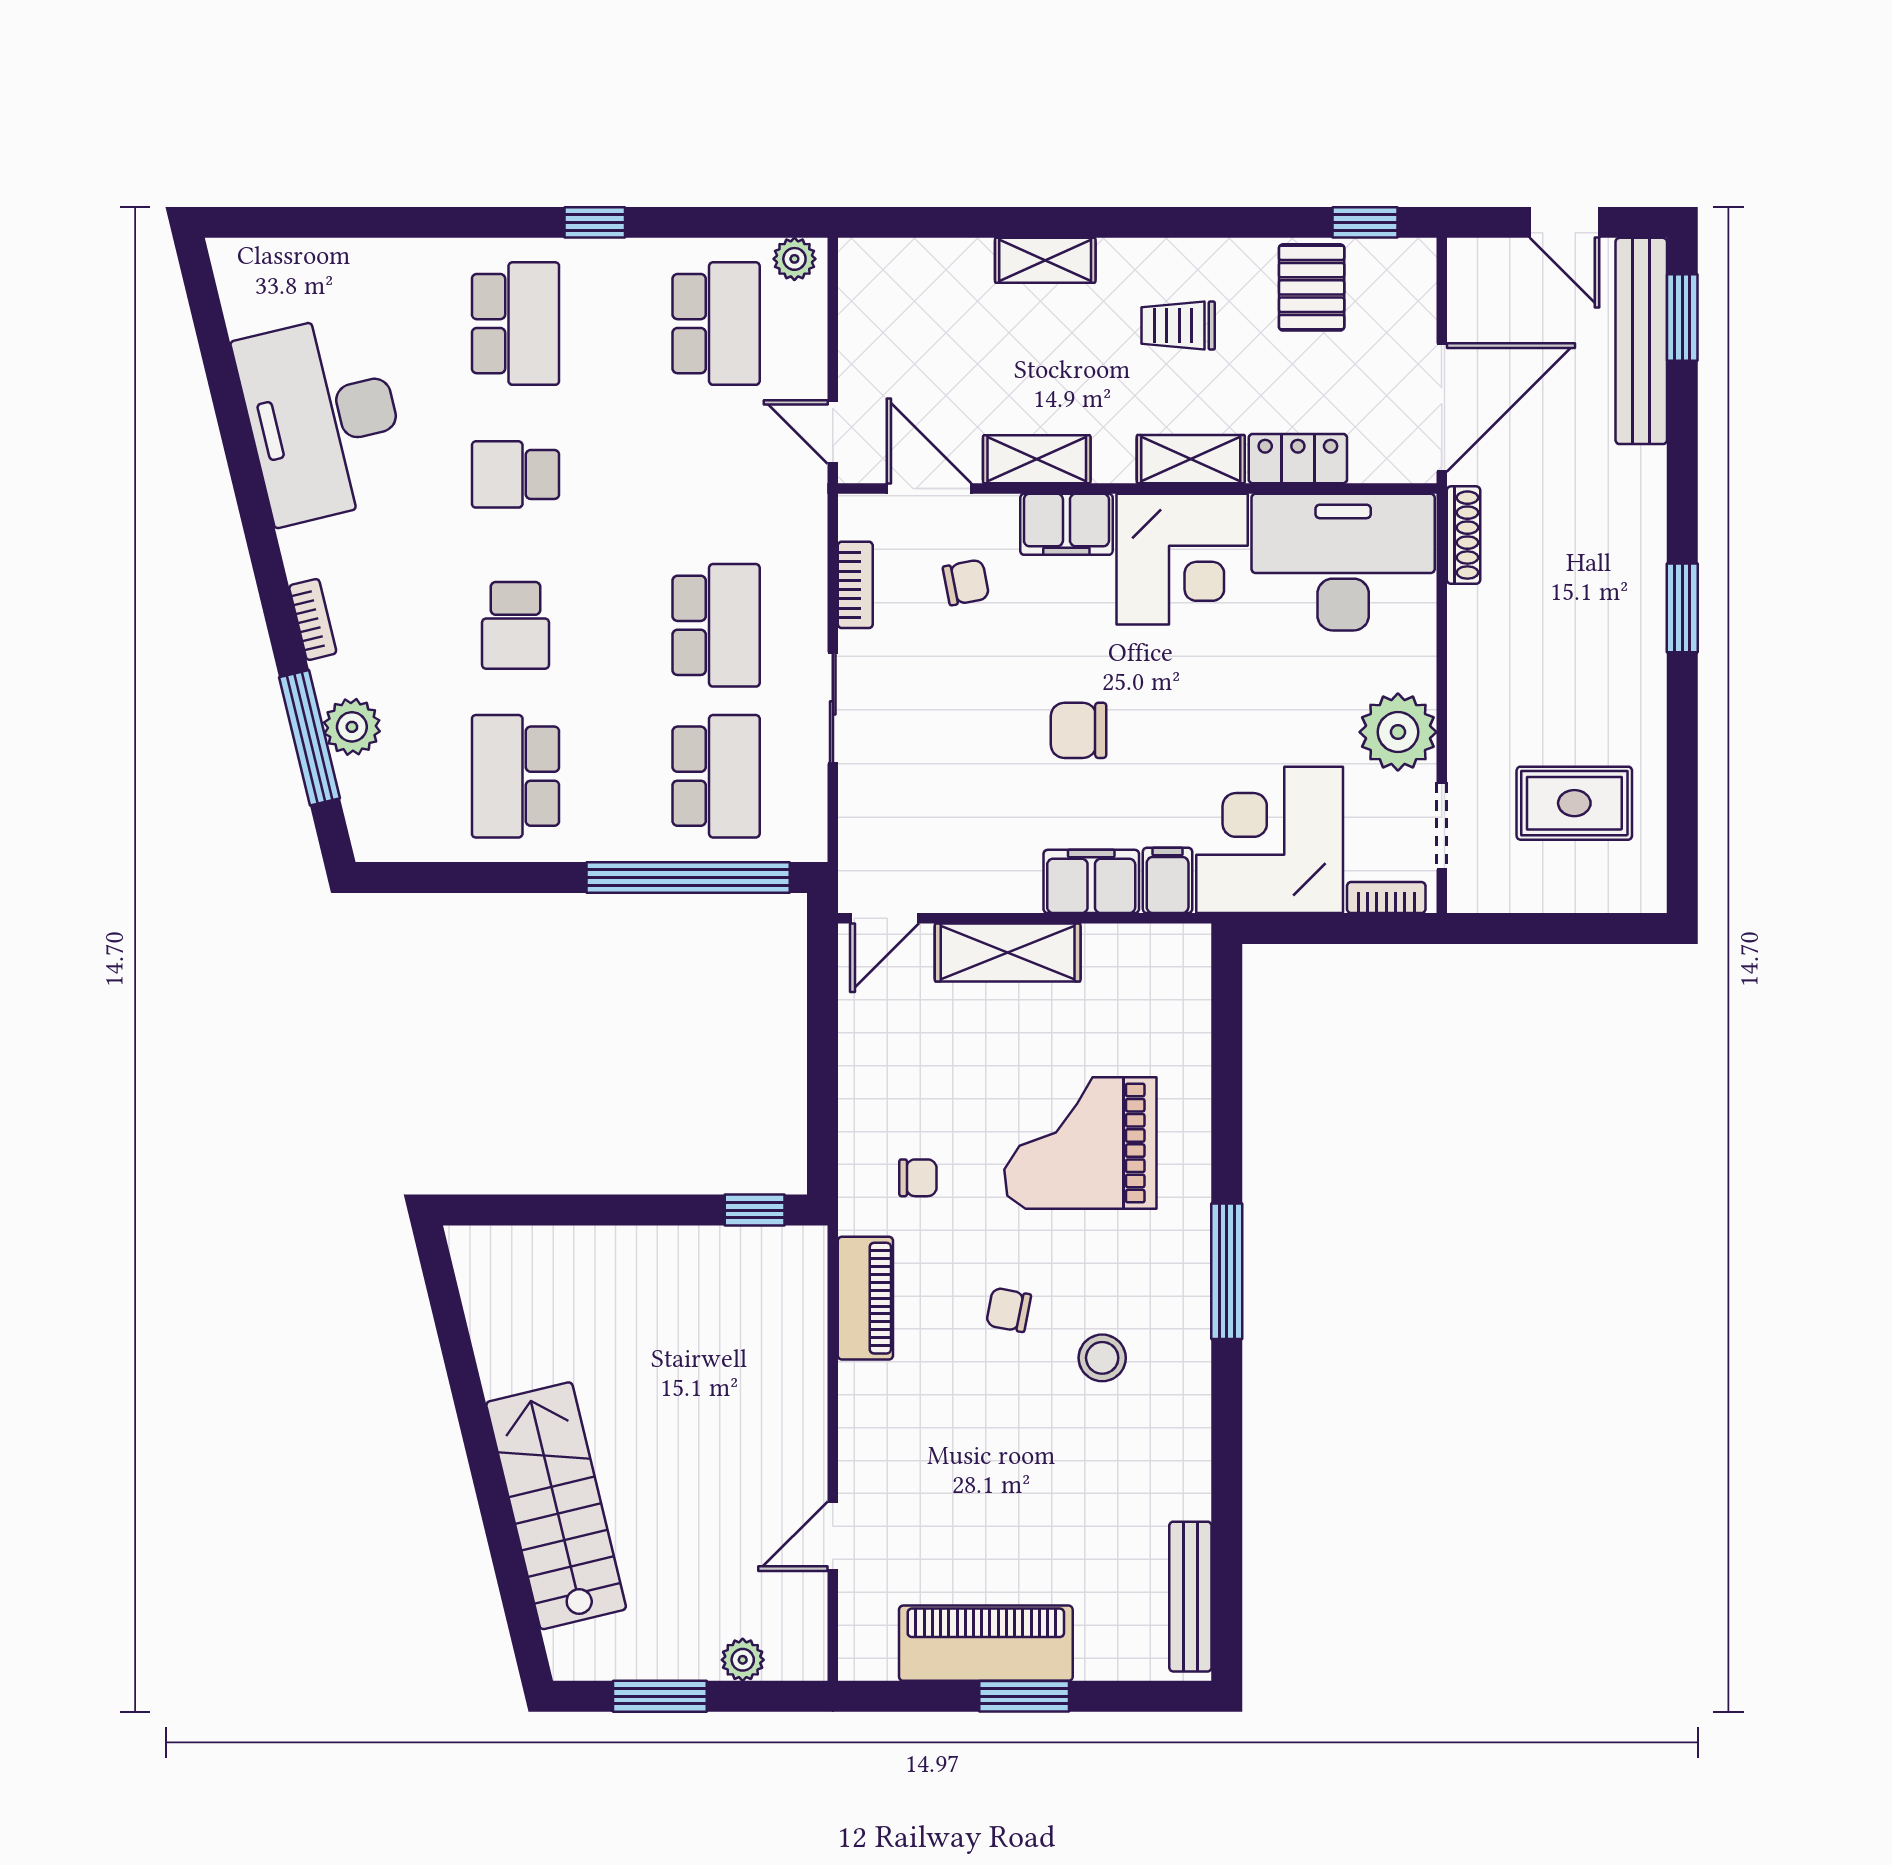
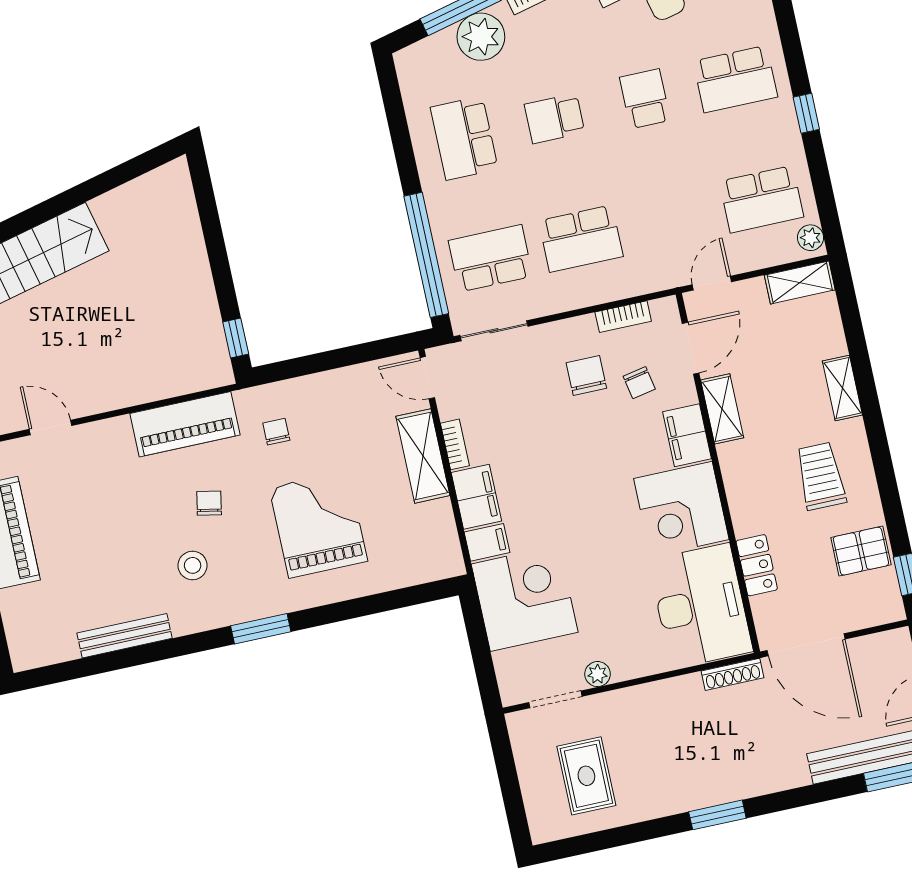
trolley: (1178, 326) -> (821, 476), width x1.36, depth x1.39
shelving: (1191, 459) -> (800, 282), moved, turned 90
sliding door: (833, 708) -> (494, 331), moved
plant: (352, 727) -> (481, 37), width x1.36, depth x1.36
chair: (1079, 730) -> (586, 376), moved
plant: (1398, 732) -> (598, 674), width x0.53, depth x0.53
school desk: (515, 776) -> (464, 138), turned -90
school desk: (716, 776) -> (490, 258), turned 180
bookcase: (1386, 898) -> (455, 444), moved
chair: (918, 1178) -> (276, 432), turned 180
window: (1227, 1271) -> (261, 629), width x0.69
piano: (865, 1298) -> (185, 424), width x1.37, depth x1.33
bench: (1190, 1597) -> (125, 636), moved

